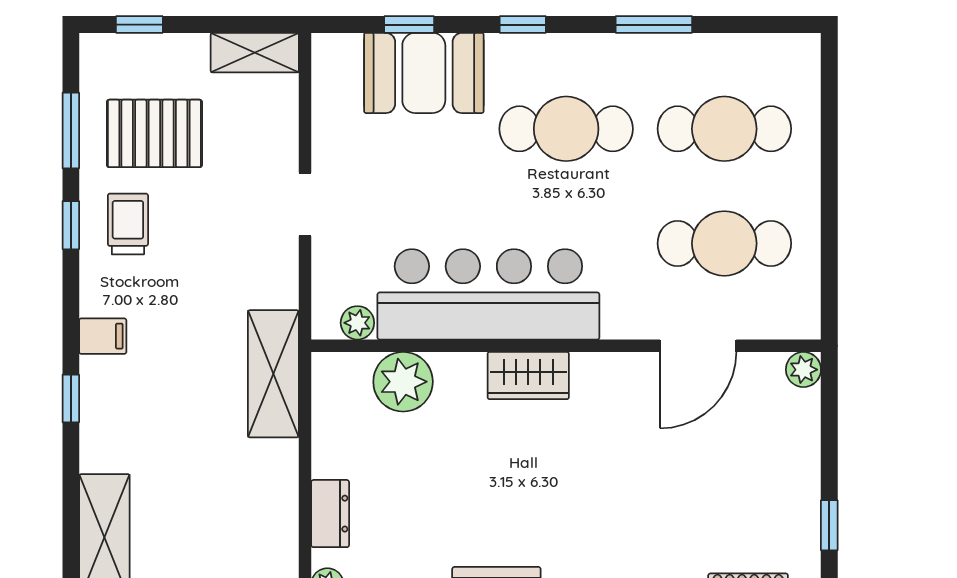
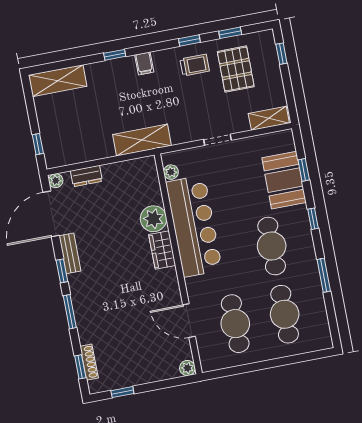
shelving: (255, 53) -> (269, 118), moved, turned 90
window: (71, 130) -> (230, 33), width x0.67
plant: (403, 382) -> (153, 219), moved

